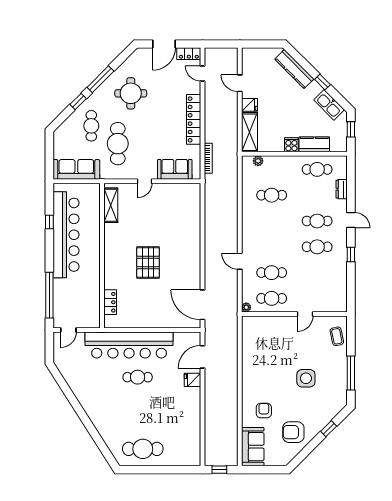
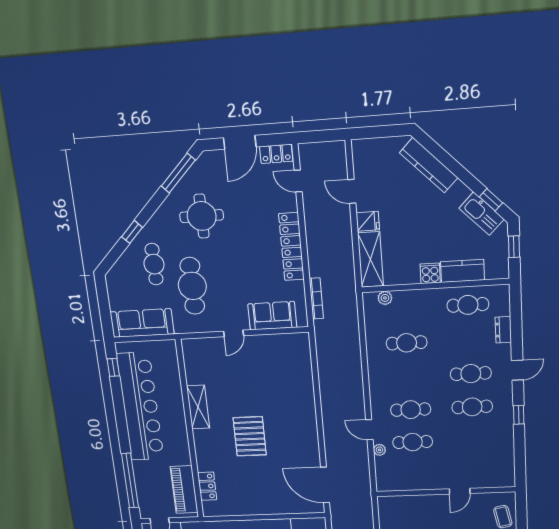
window: (100, 79) -> (178, 173), moved
window: (322, 82) -> (491, 200), moved
shelving: (111, 205) -> (198, 407), moved
door: (351, 220) -> (517, 370), hinge flipped
window: (49, 222) -> (113, 367), moved
cafe table: (272, 298) -> (411, 410), moved
piano: (91, 304) -> (184, 490), added
plant: (246, 307) -> (379, 450), moved

